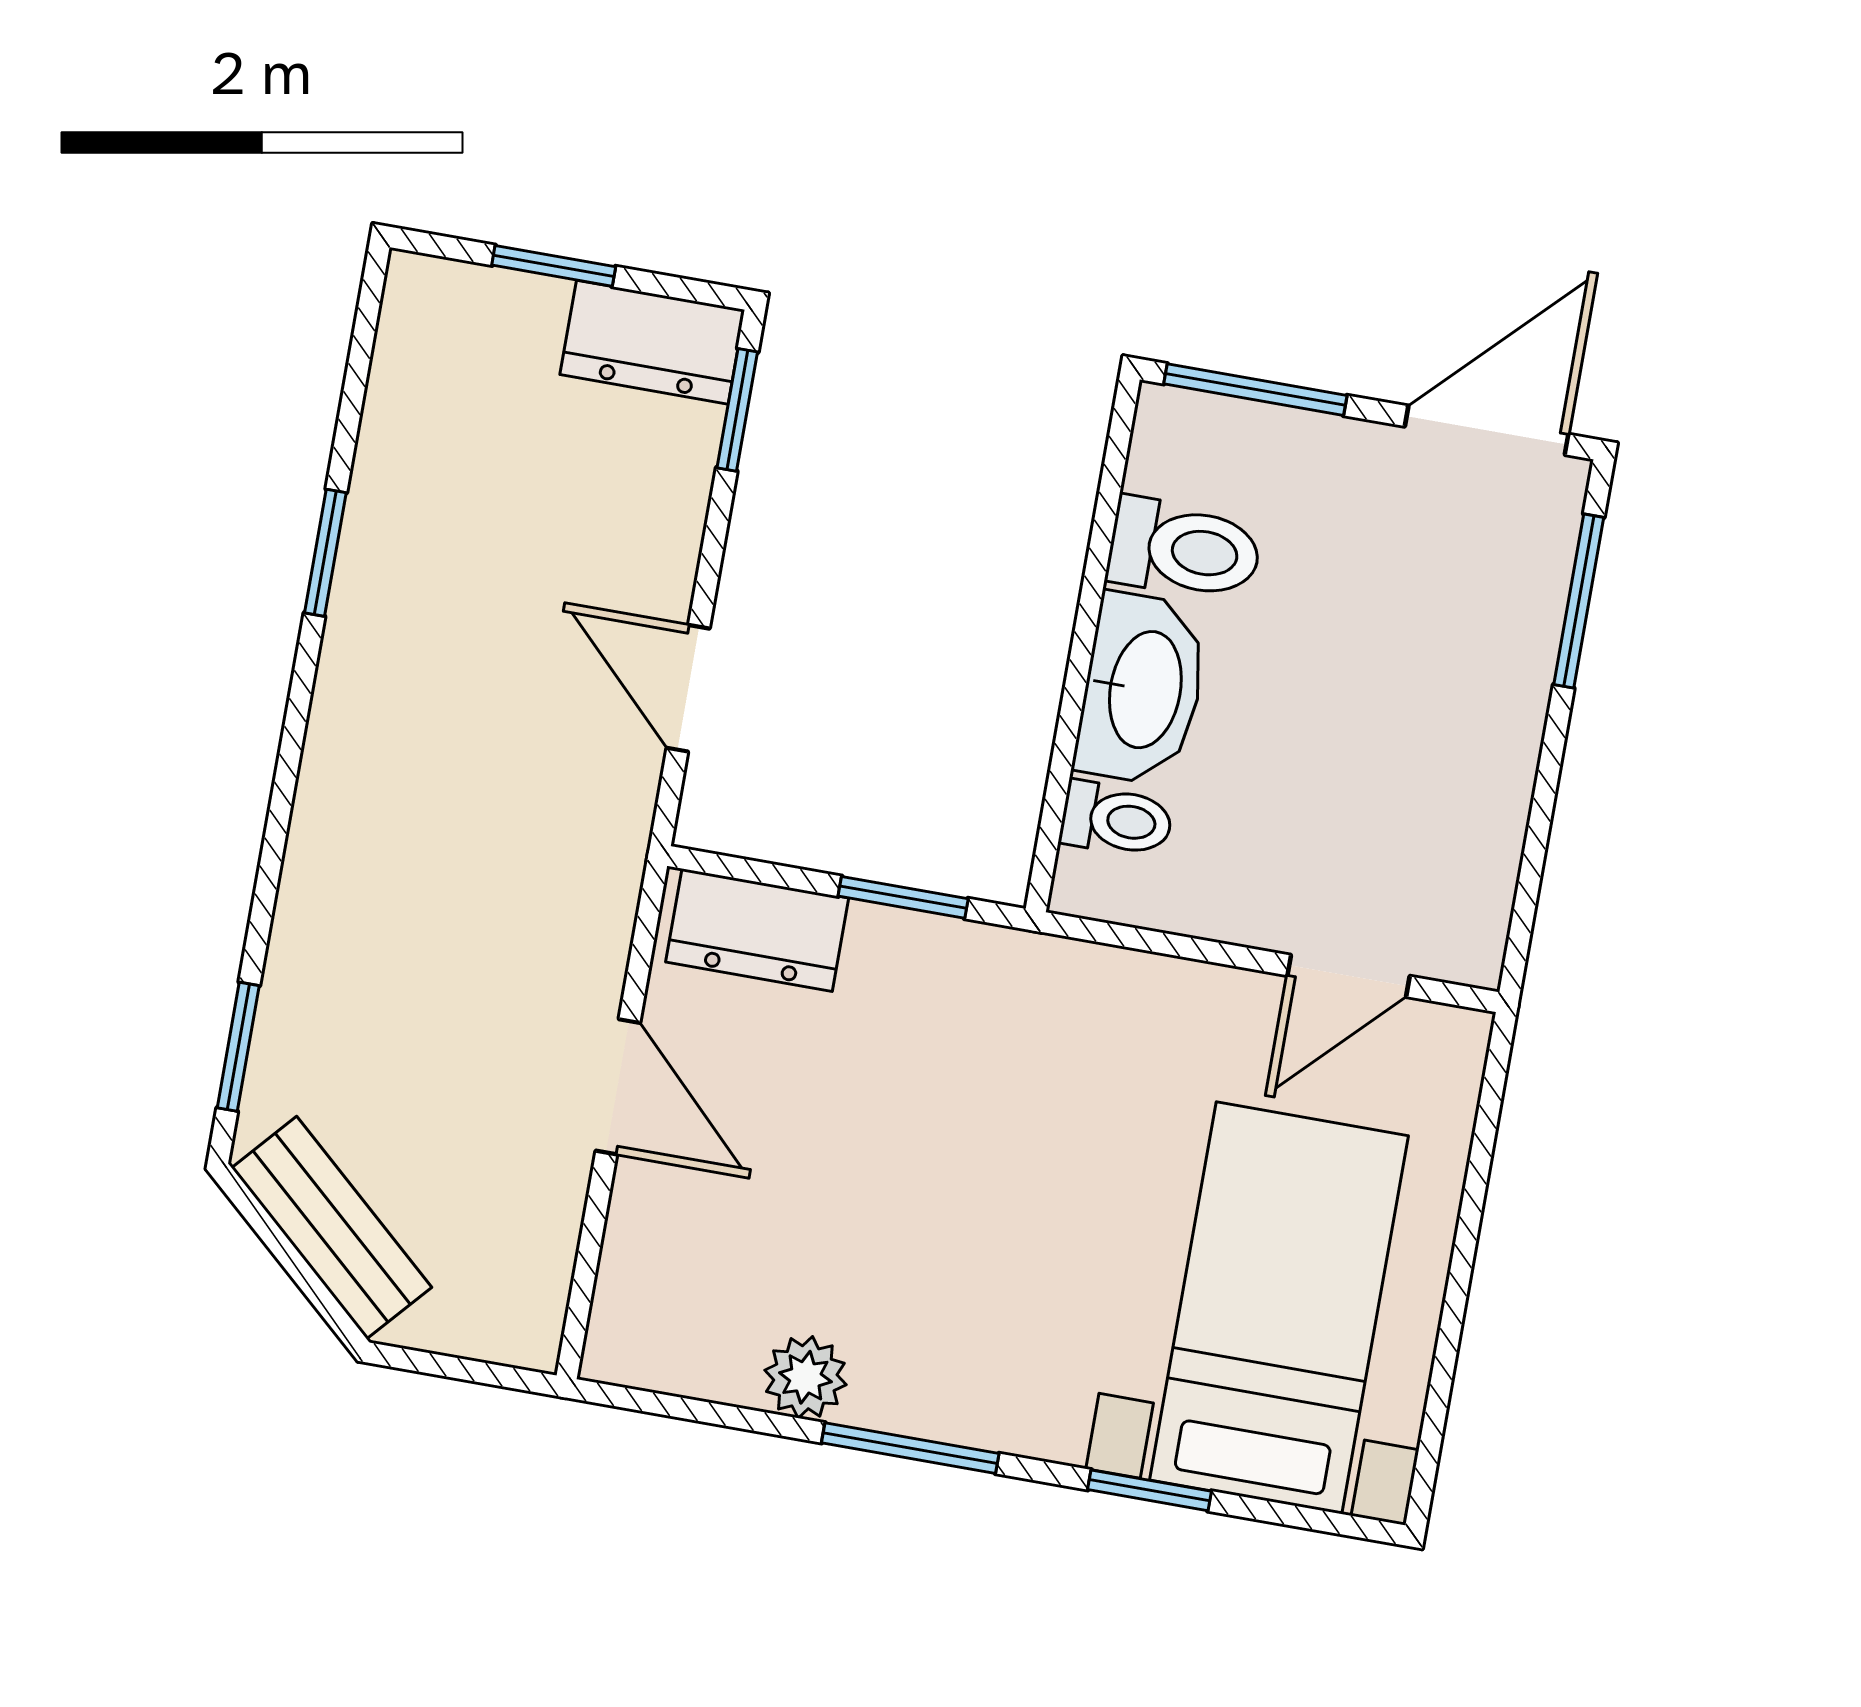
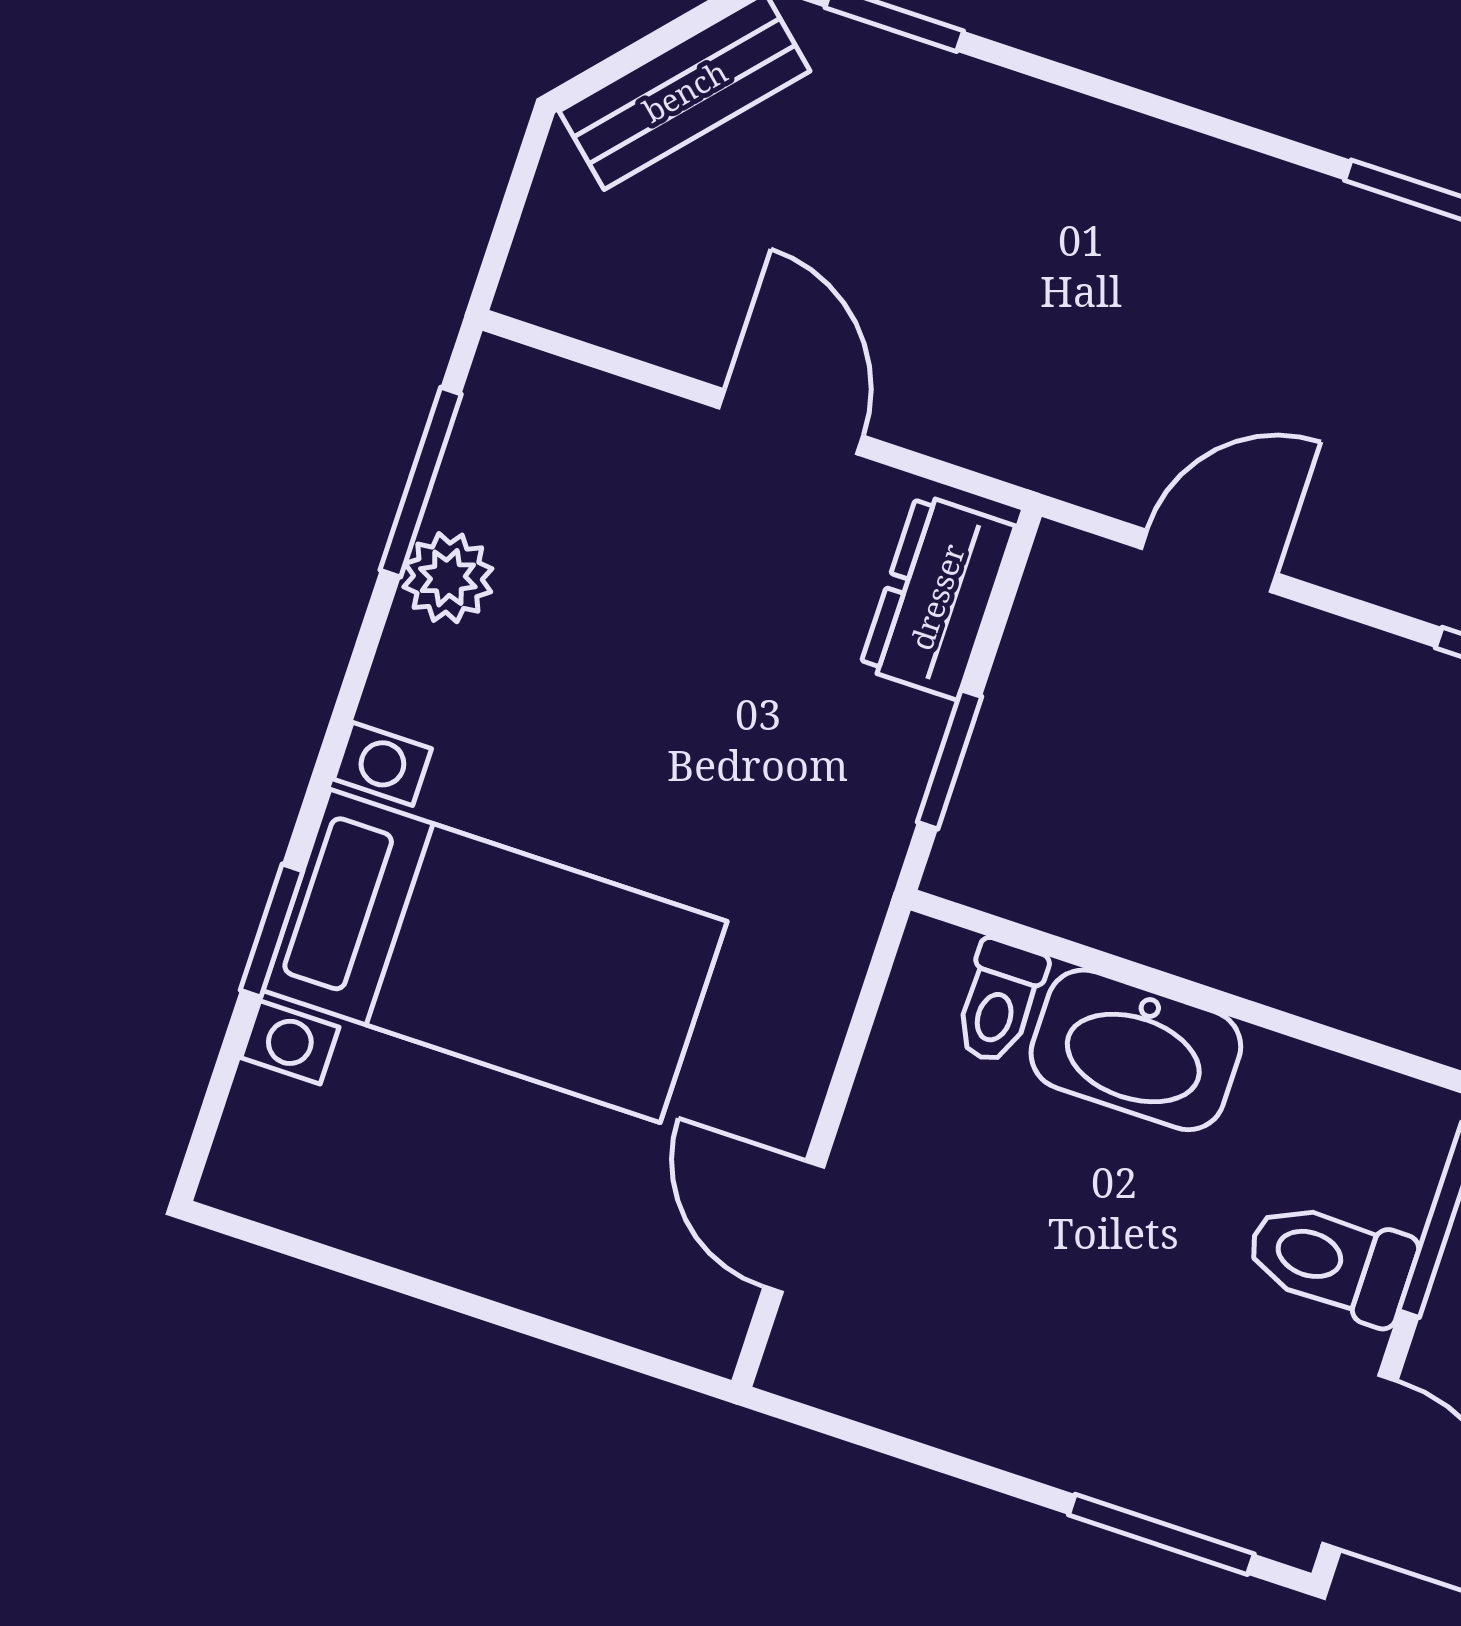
toilet: (1184, 549) -> (1331, 1261), moved, turned 90
door: (618, 1087) -> (791, 422), swing flipped
bed with nightstands: (1279, 1308) -> (495, 956), moved
window: (910, 1448) -> (421, 482), moved

